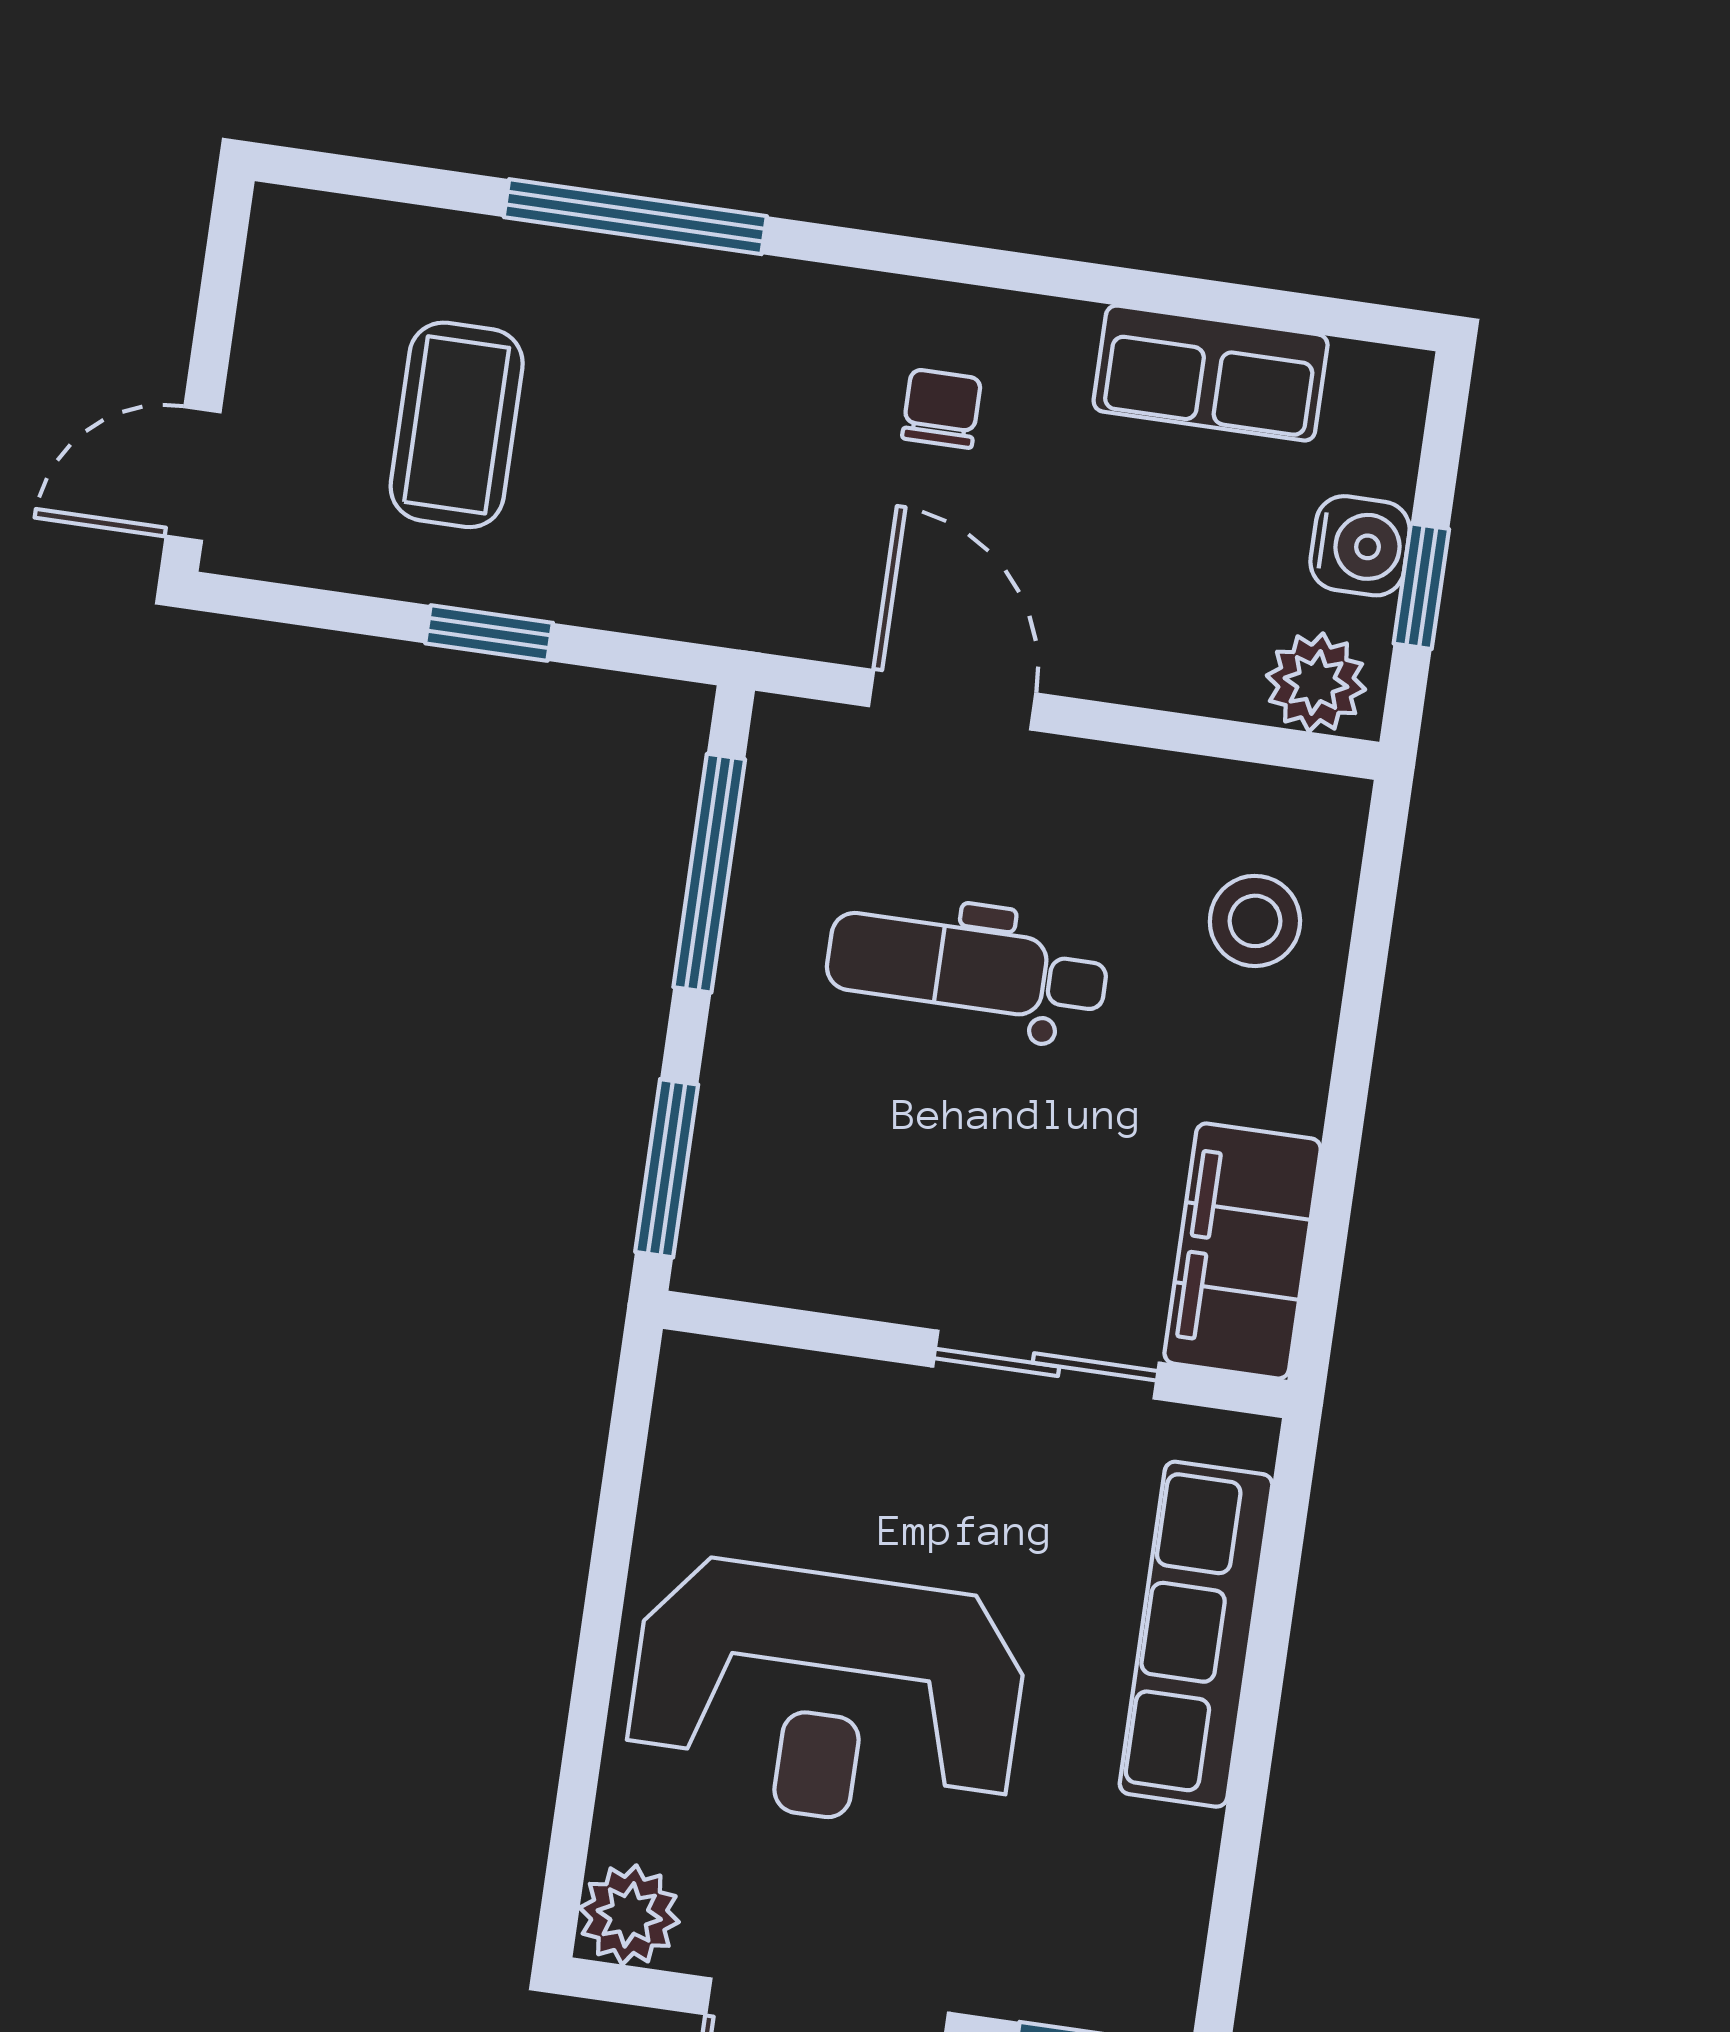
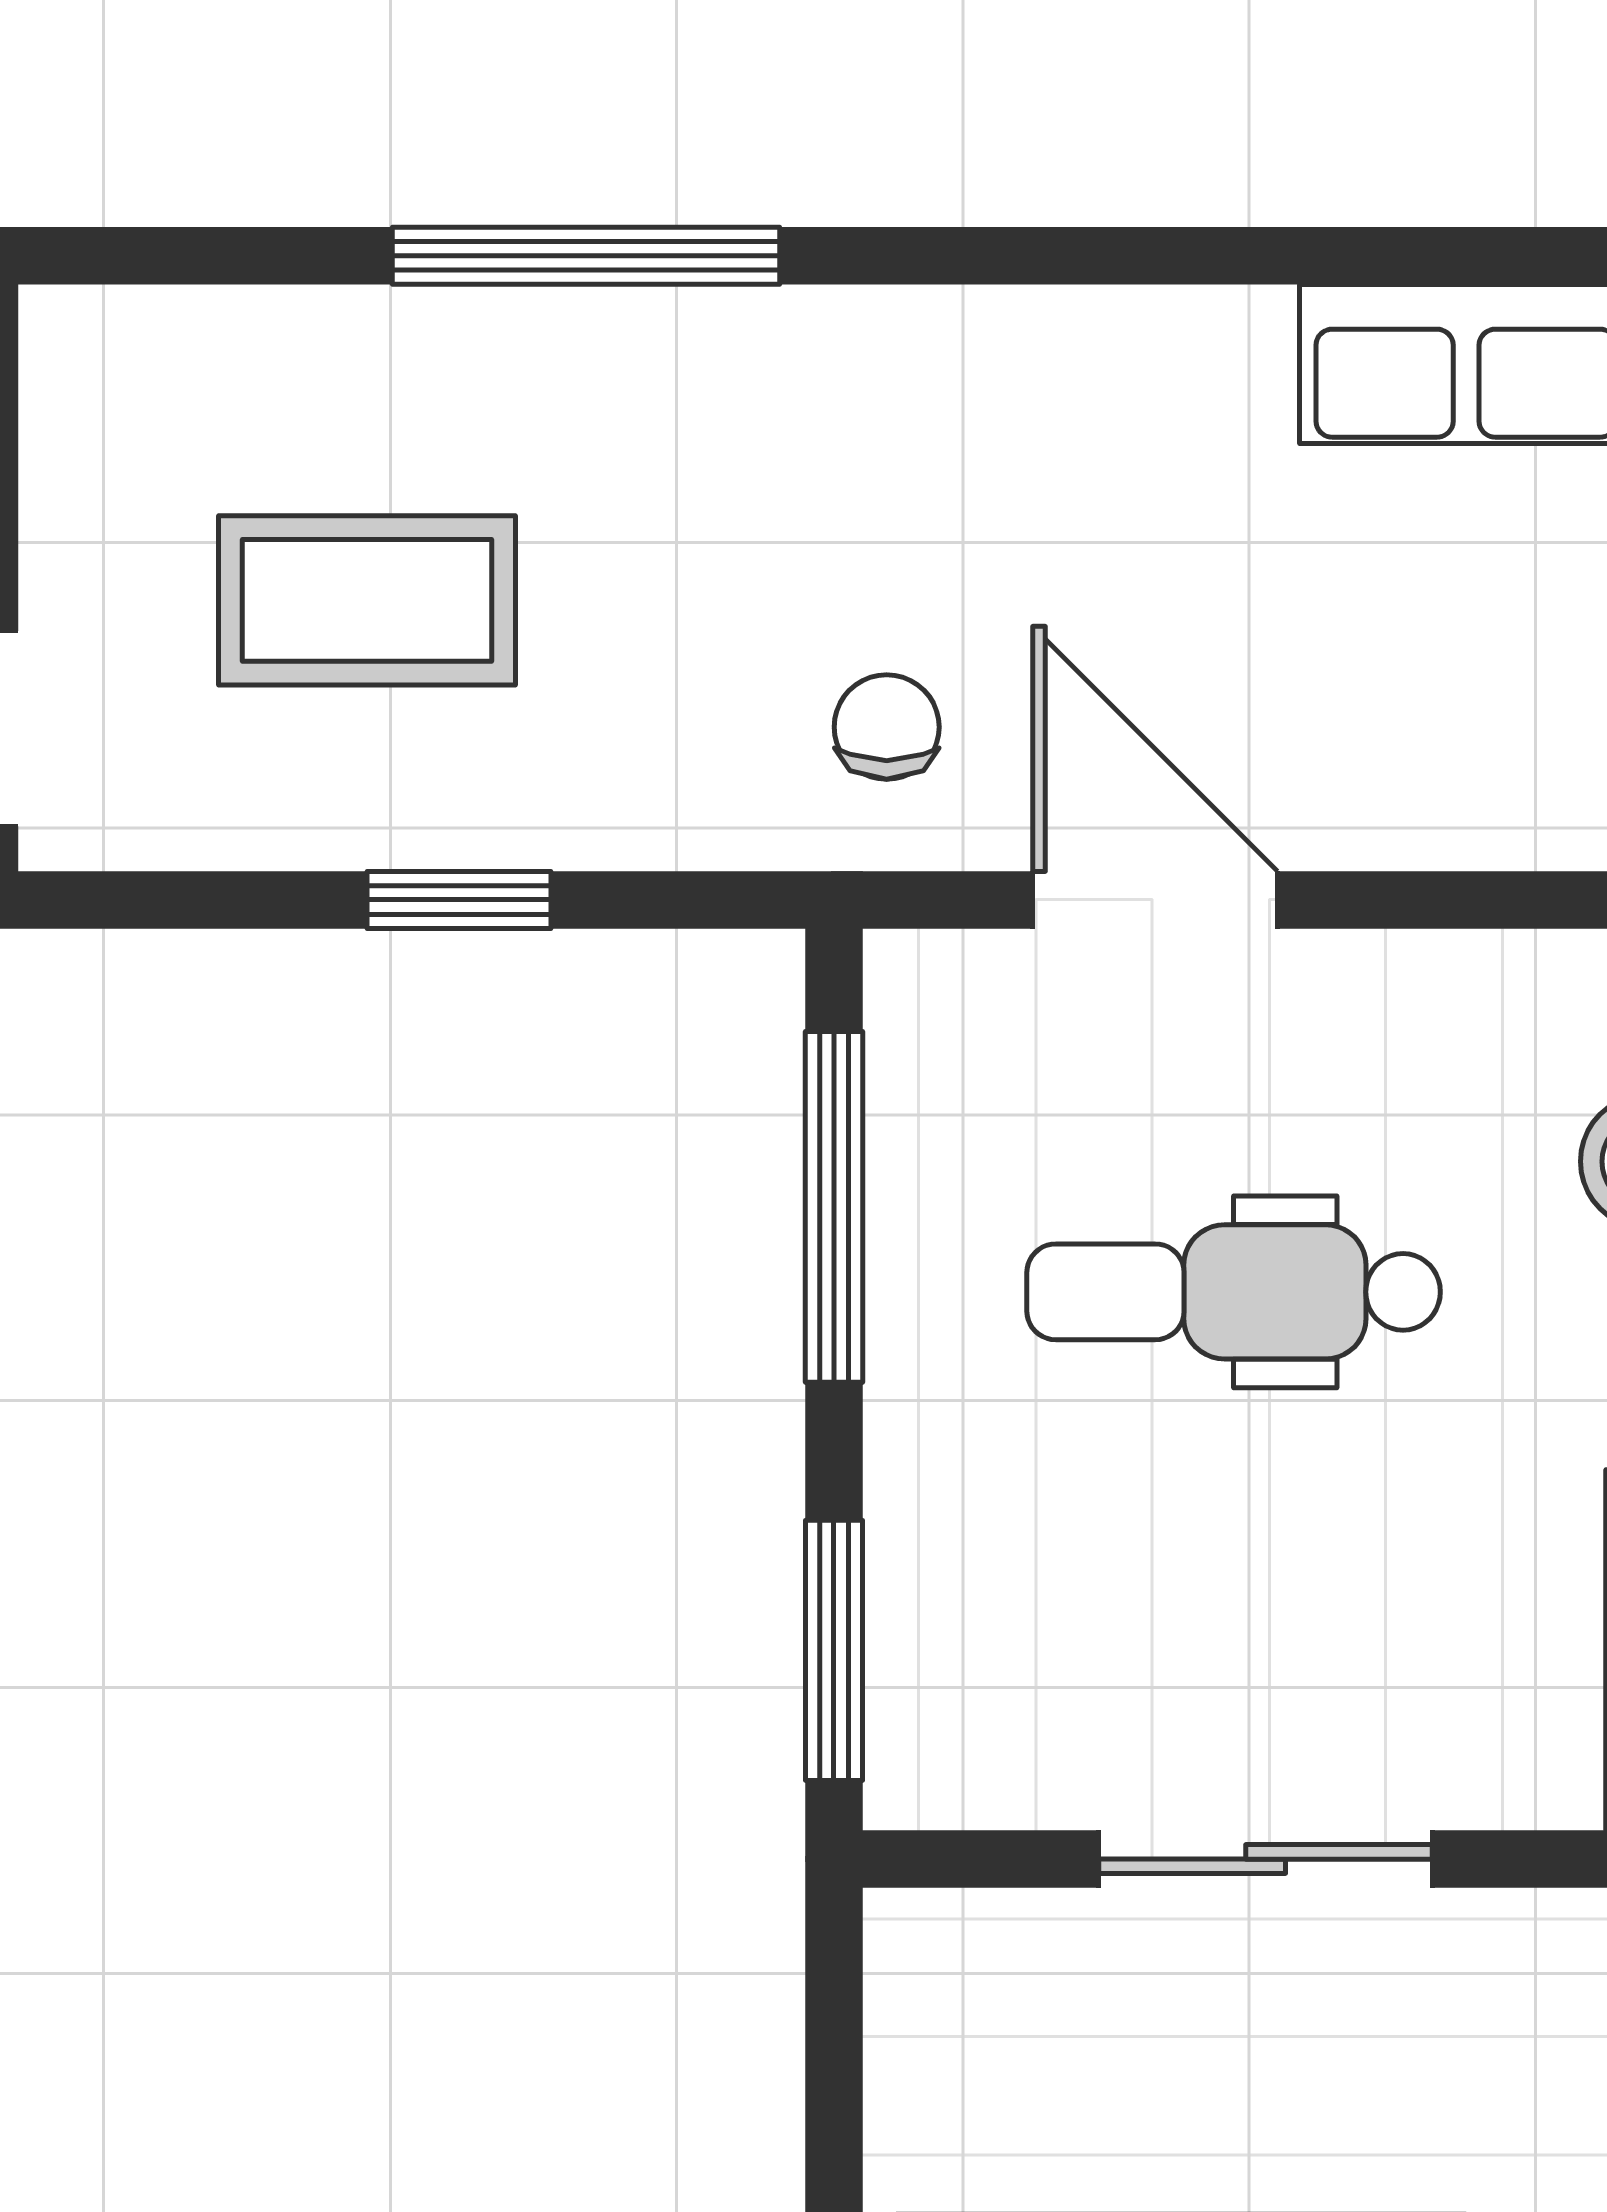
chair: (942, 408) -> (887, 727), moved
coffee table: (457, 425) -> (367, 600), turned 90
sliding door: (1046, 1365) -> (1266, 1859), moved

